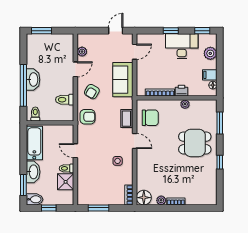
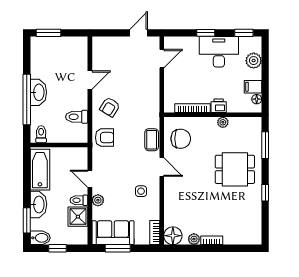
plant: (82, 52) -> (98, 200), moved
sofa: (123, 80) -> (113, 233), moved, turned 90

